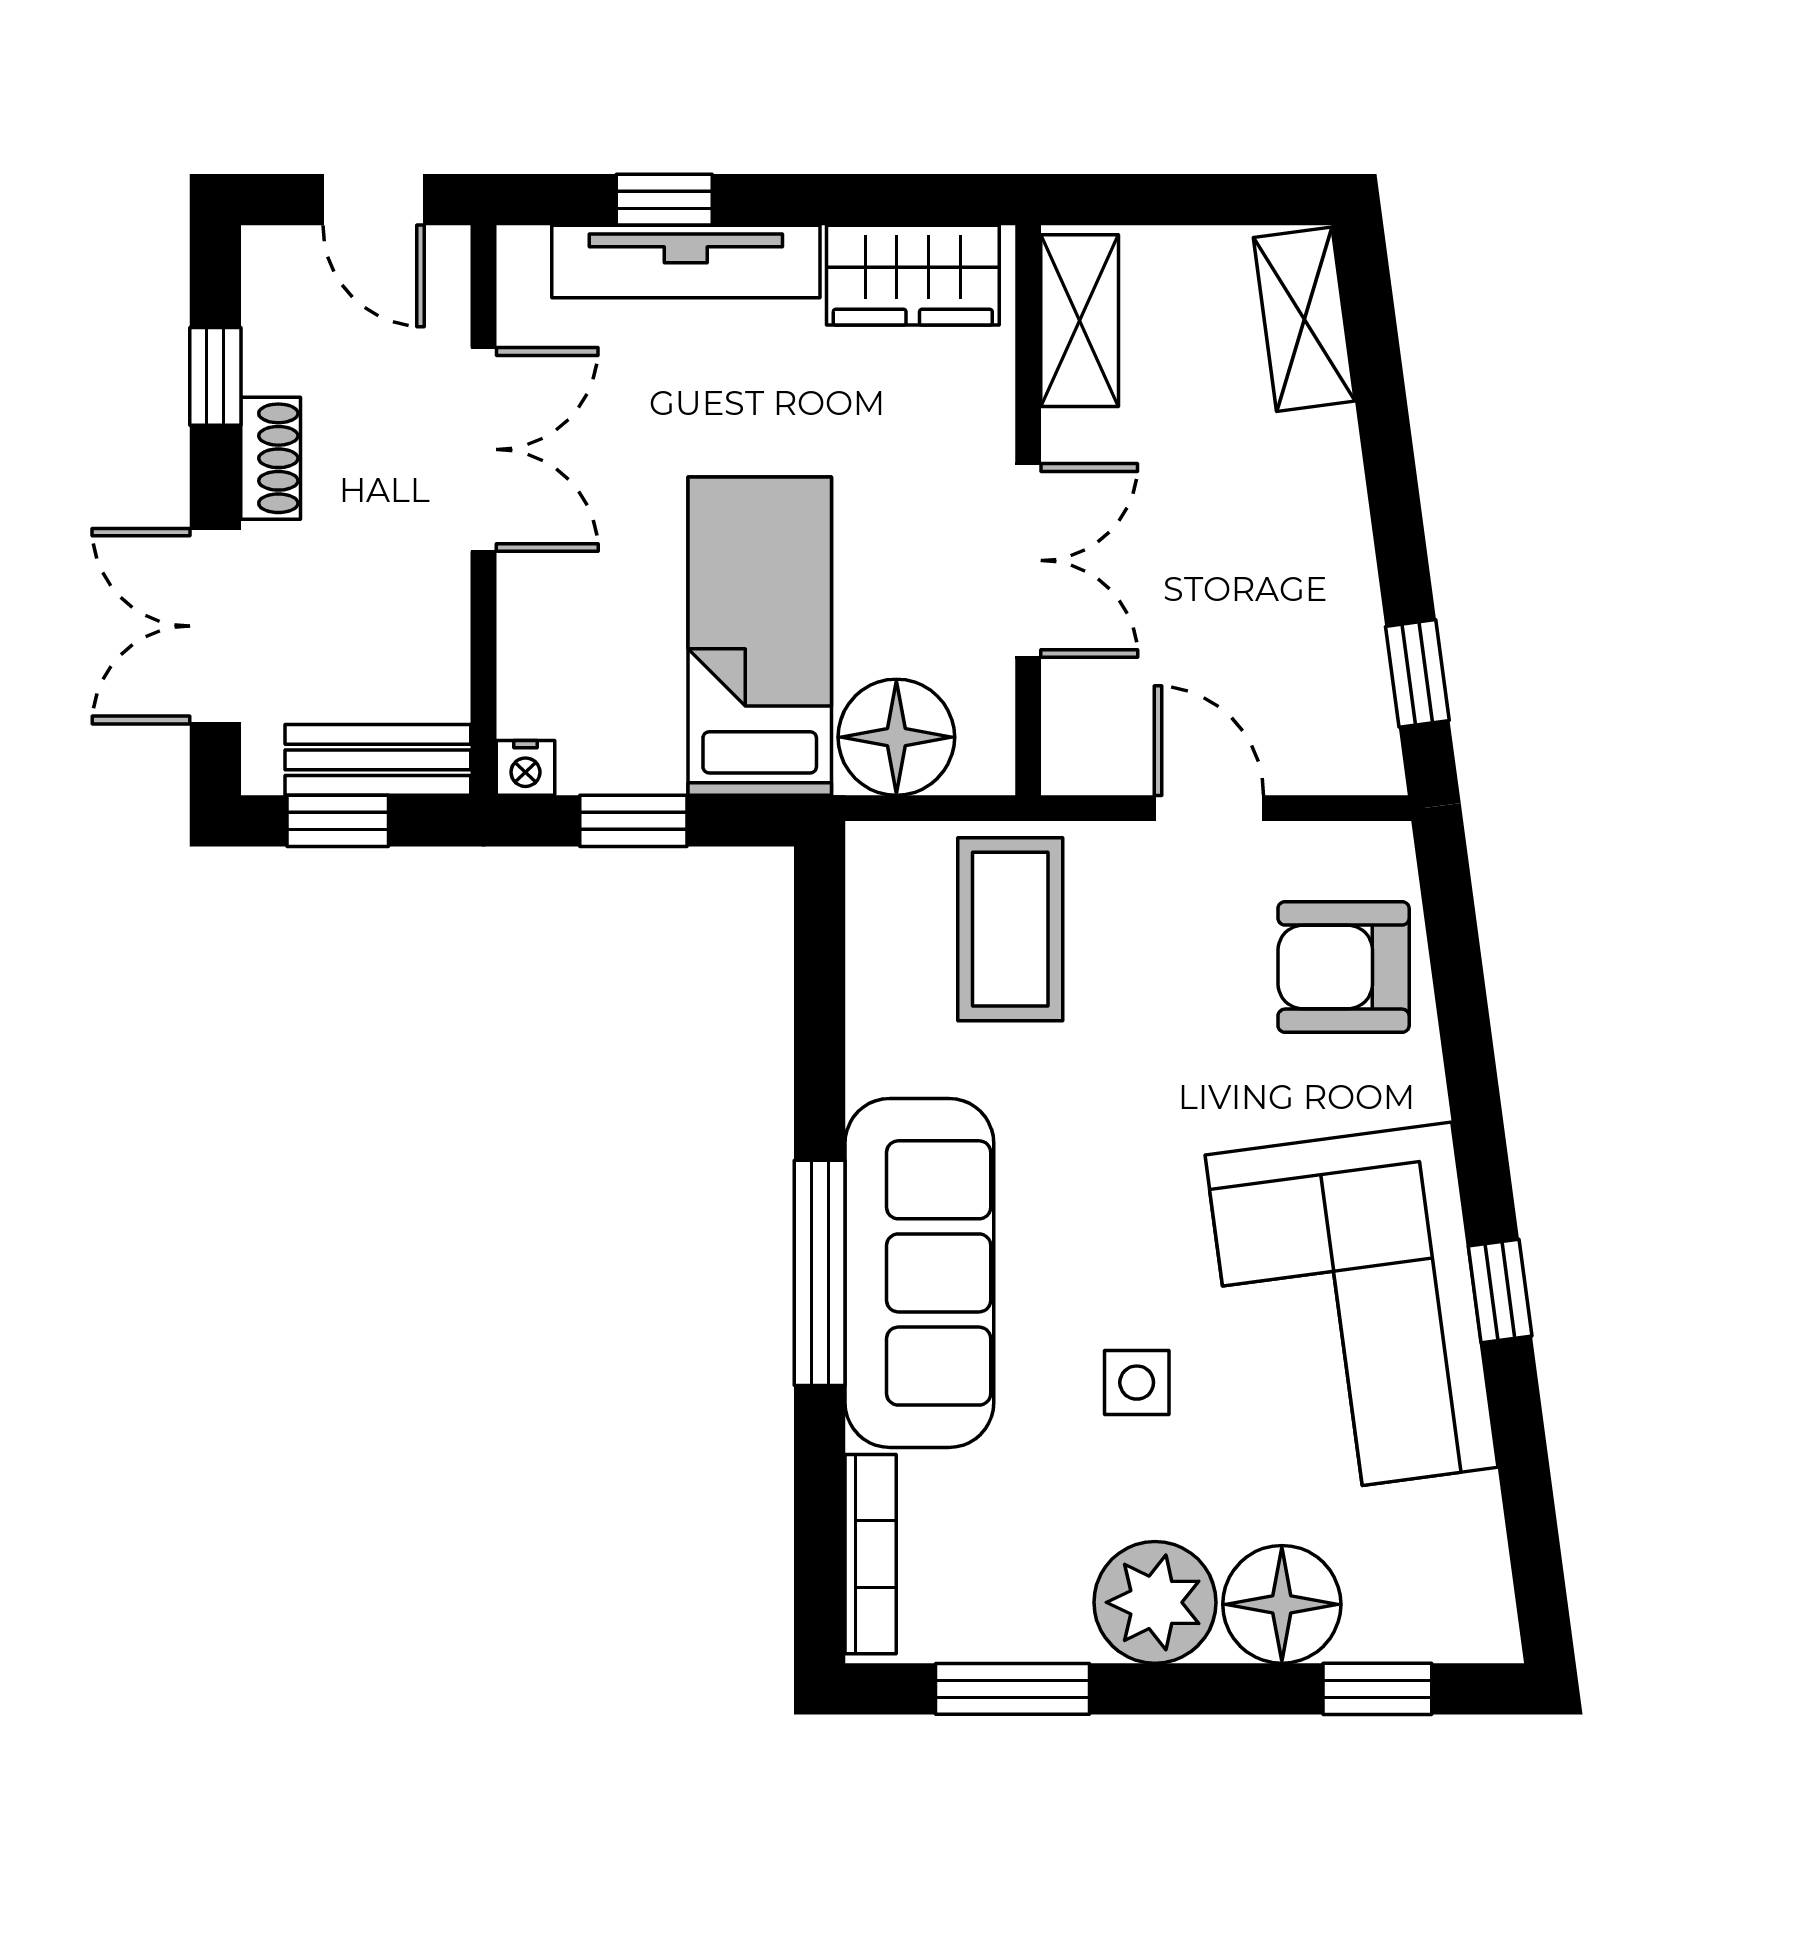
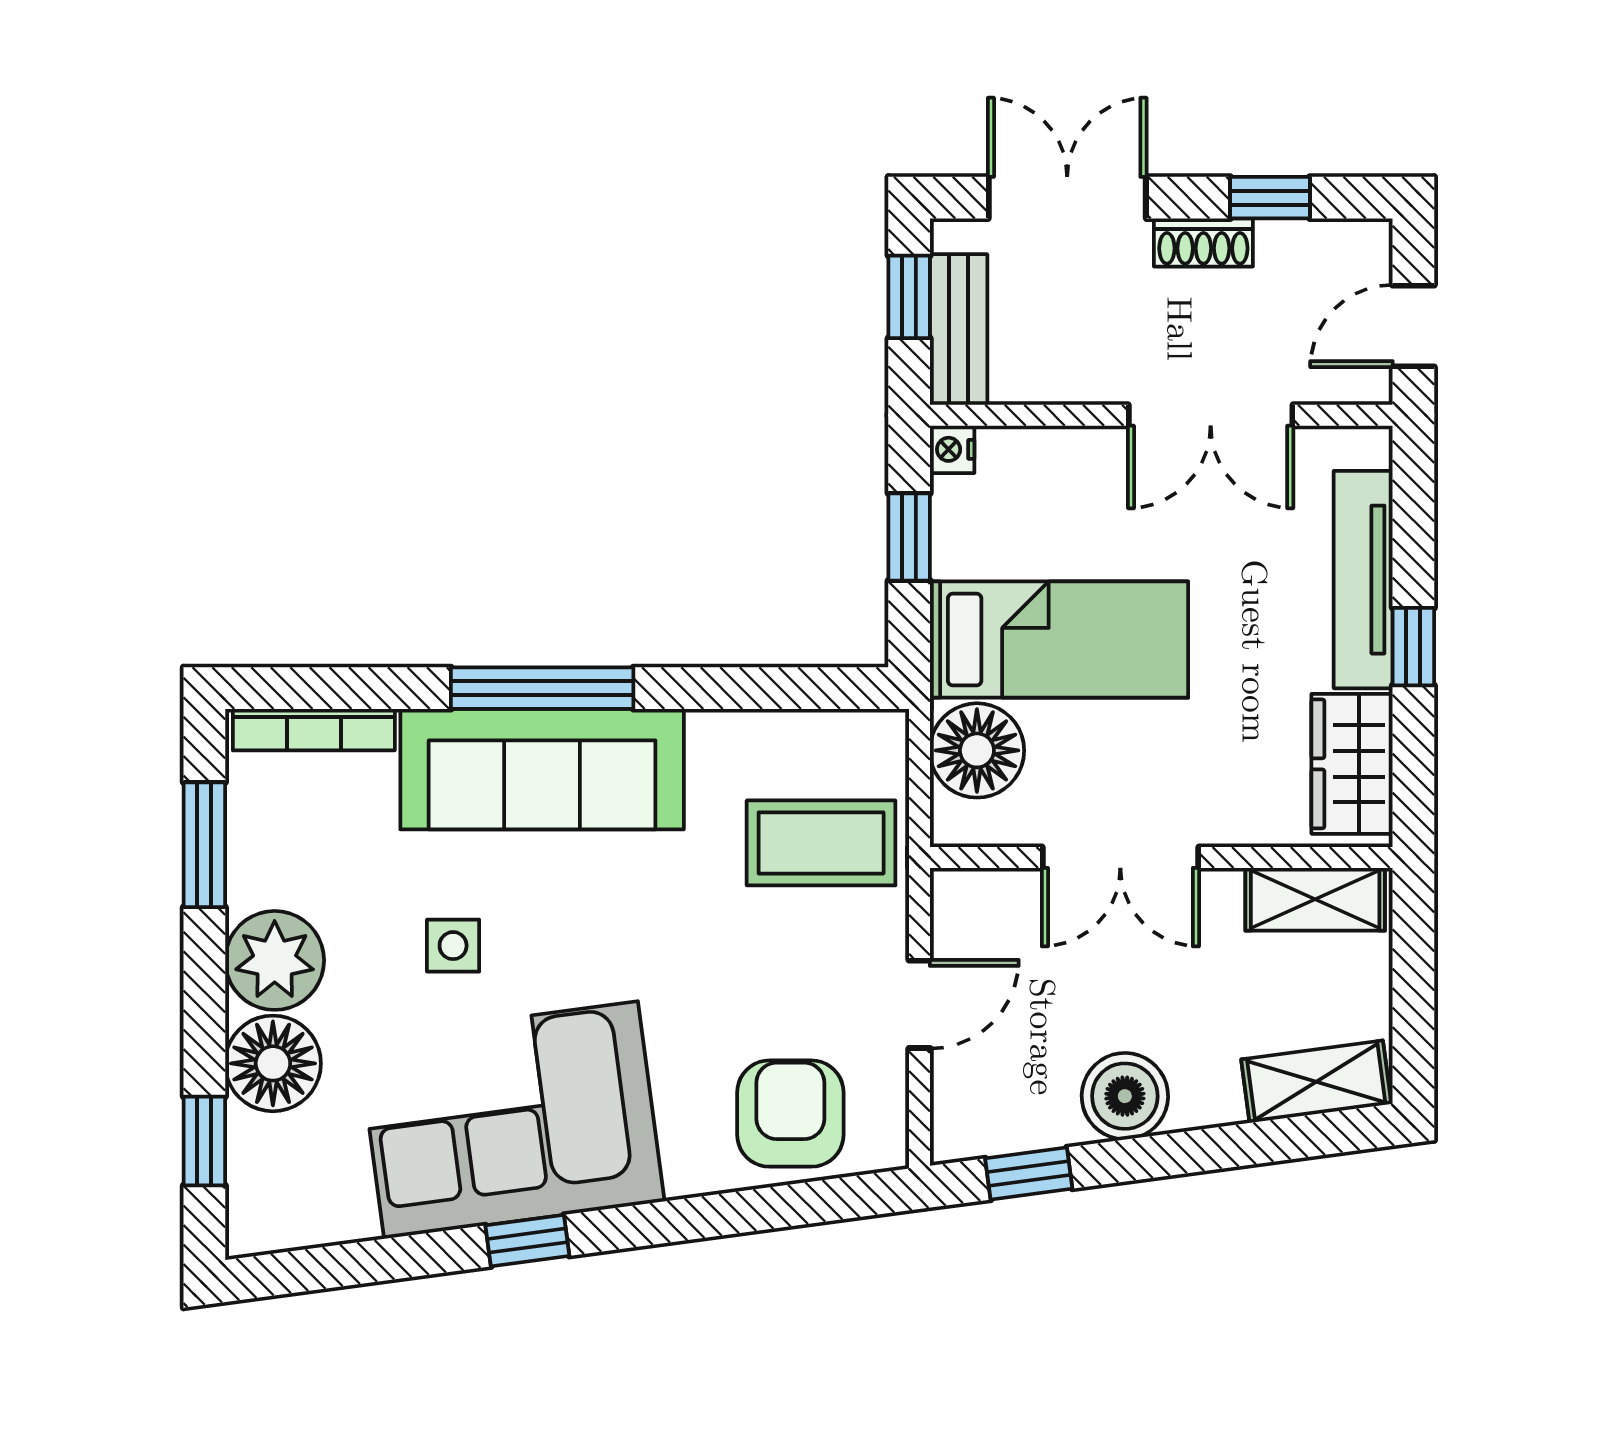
window: (664, 200) -> (1413, 647), moved
boiler: (1322, 555) -> (1125, 1096), added

